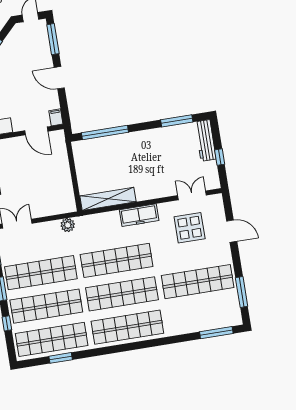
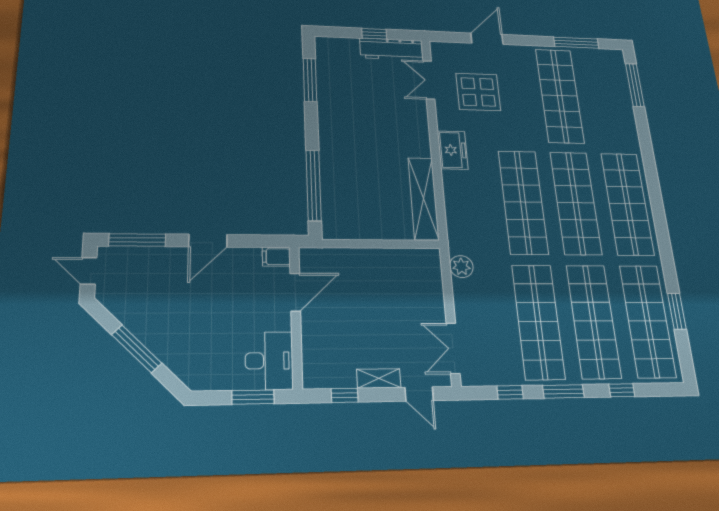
workbench: (205, 140) -> (391, 49), moved
freezer: (139, 215) -> (453, 150), width x0.71

